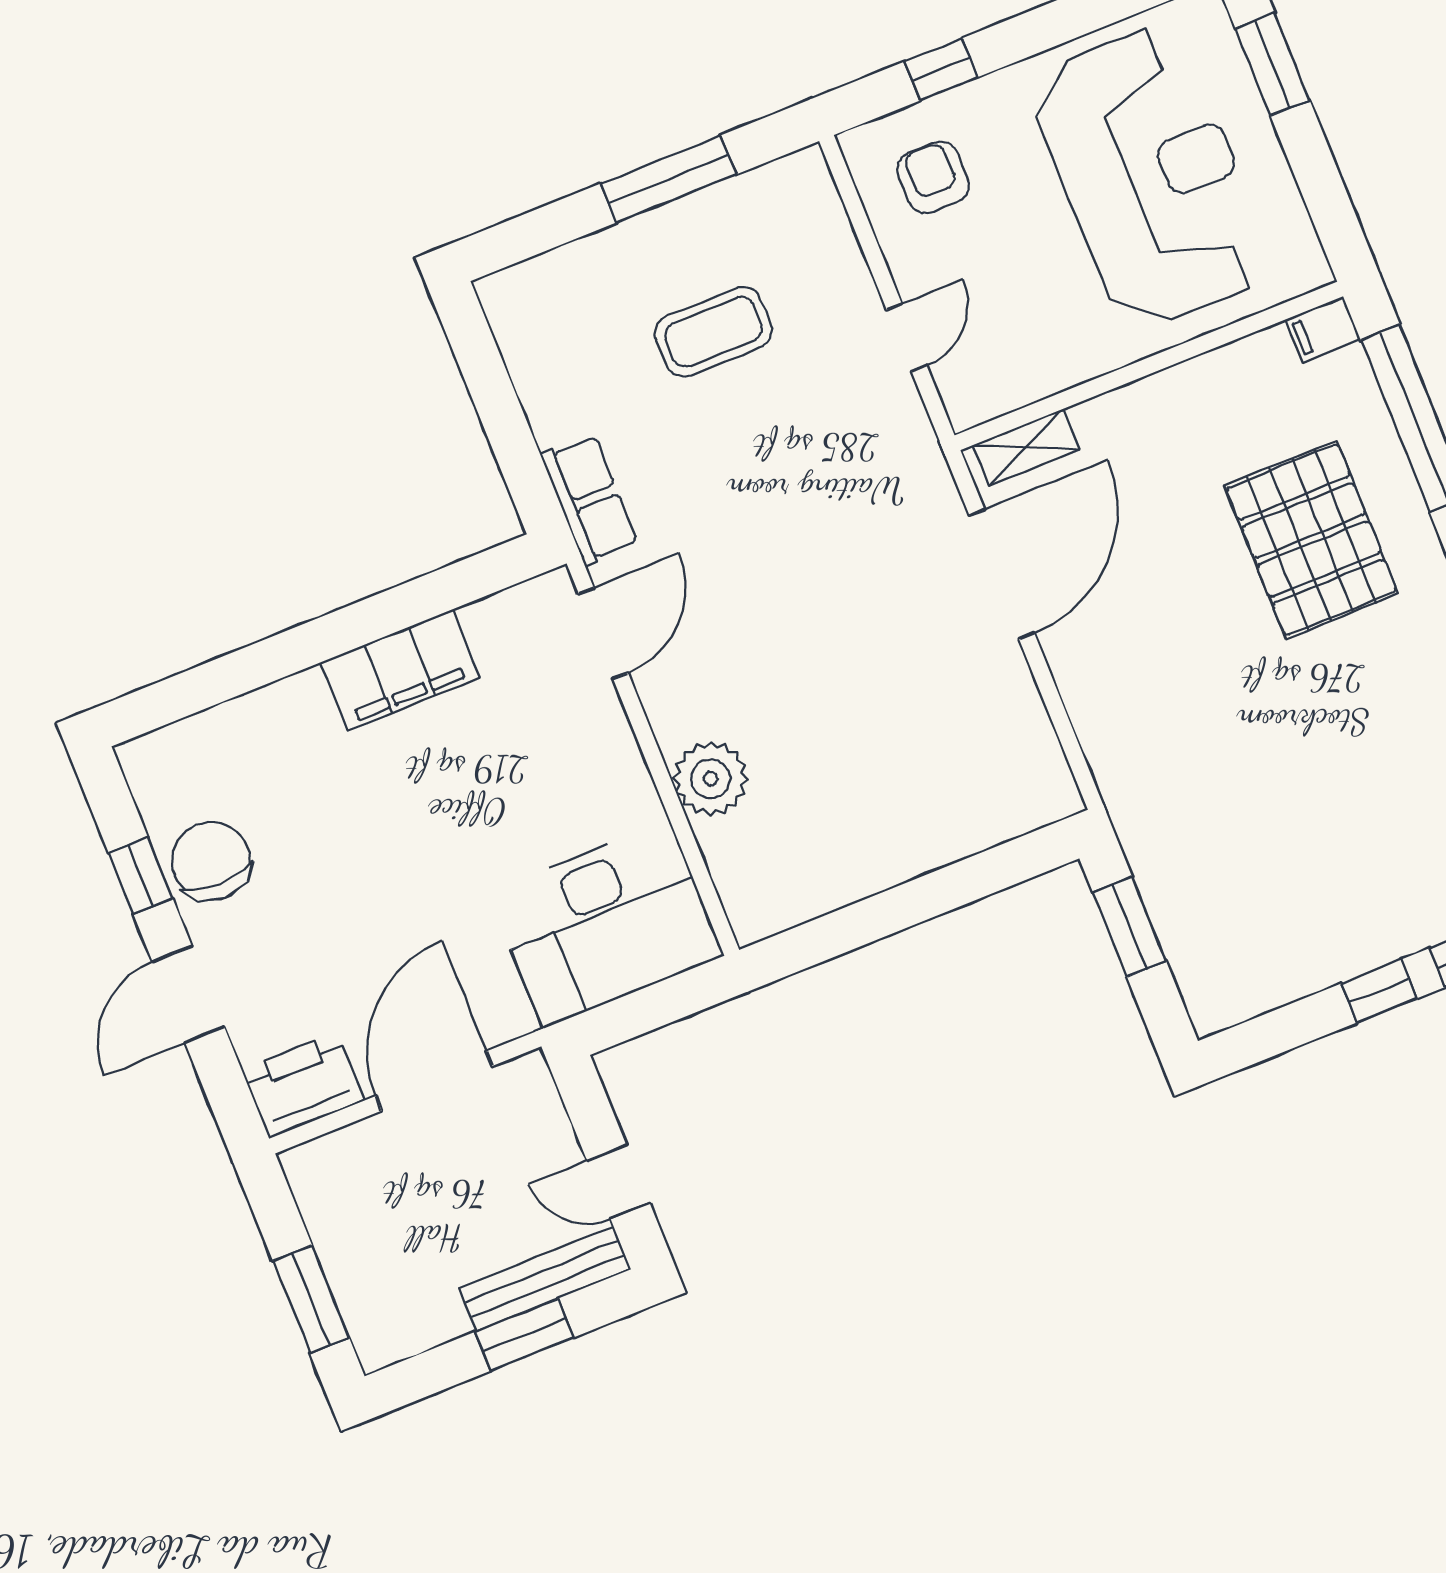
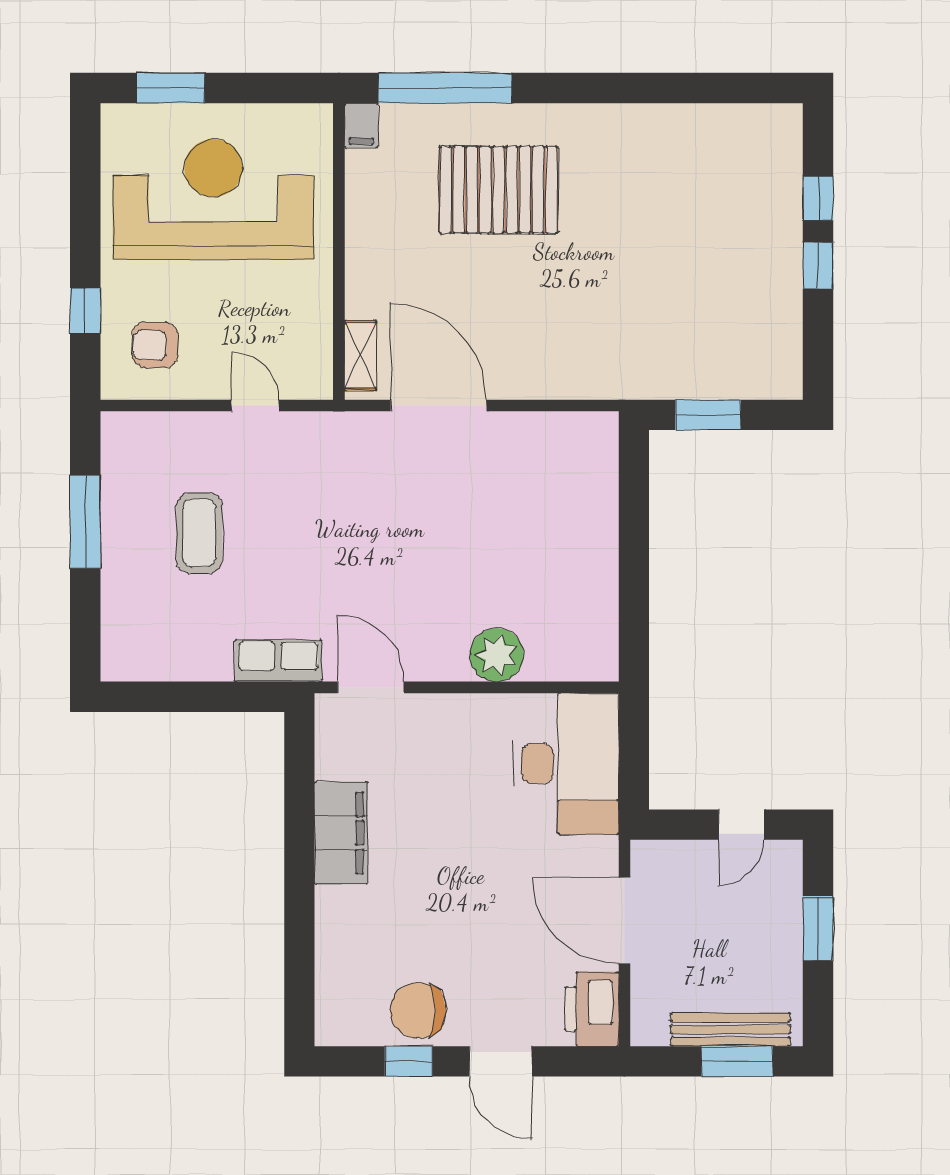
bench: (545, 1279) -> (730, 1029), moved, turned 90

